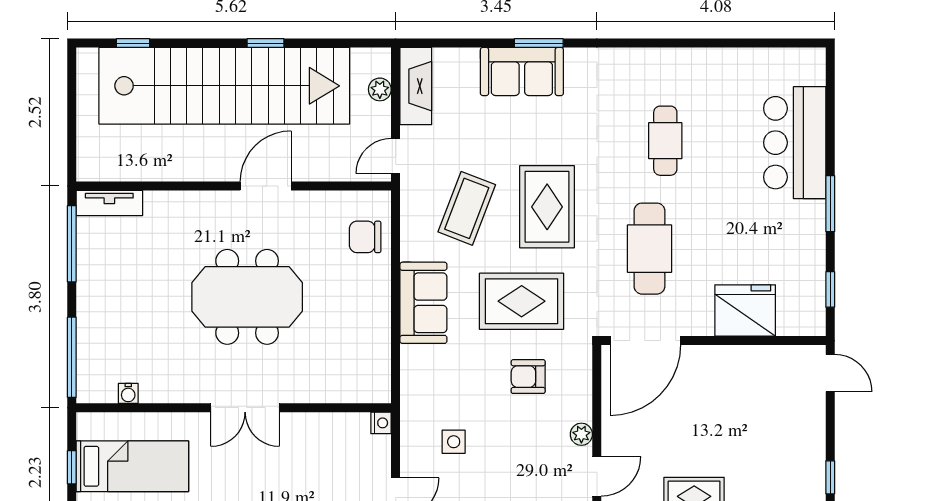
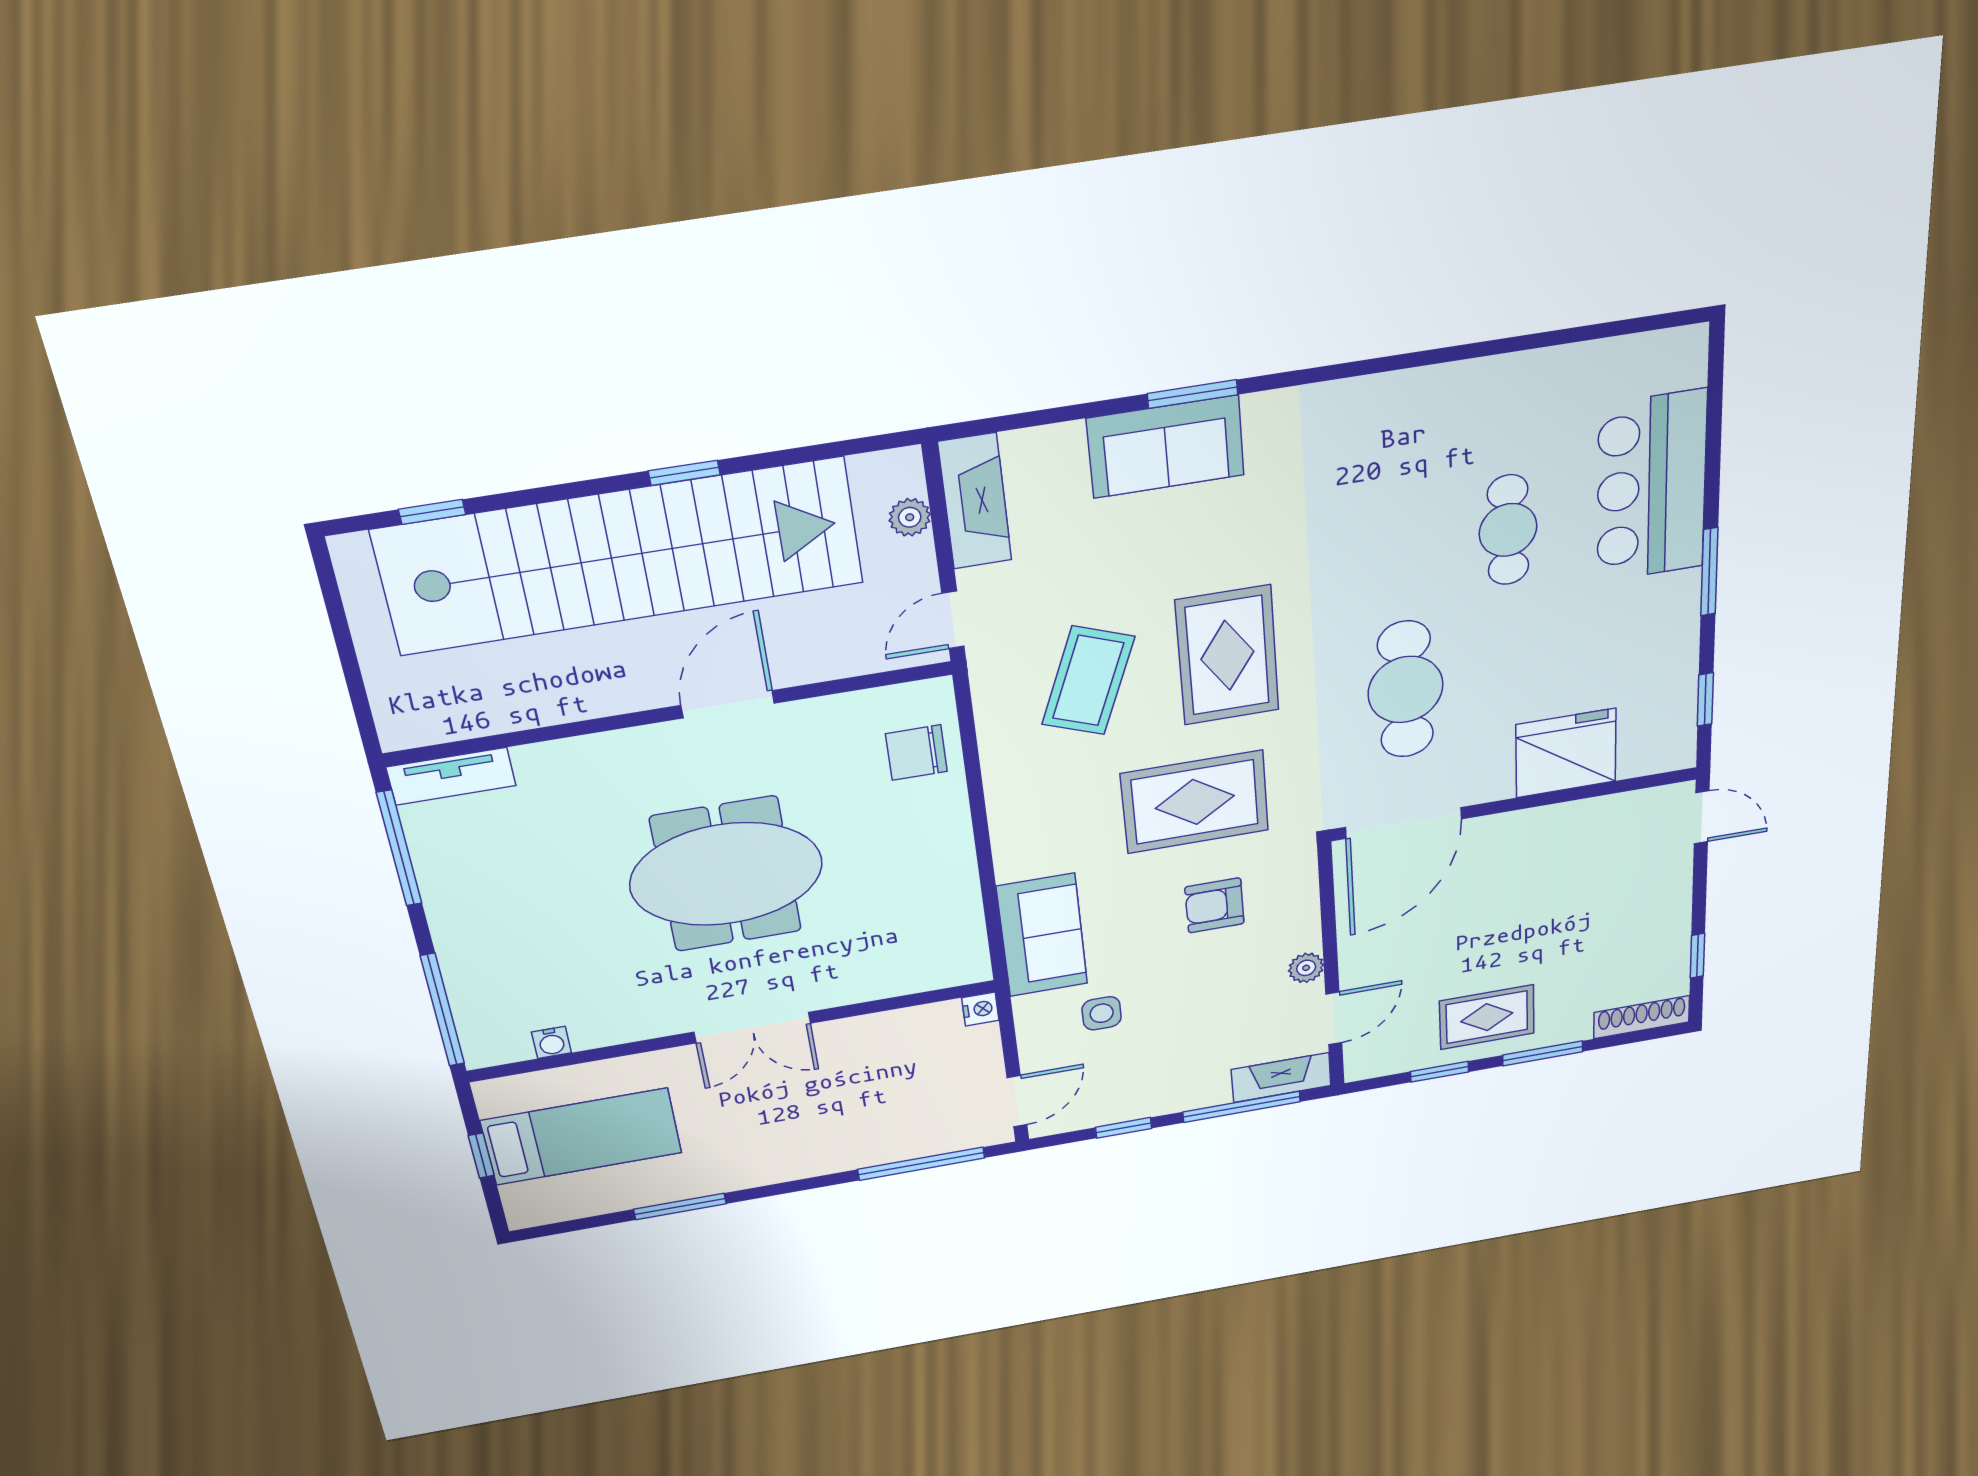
cafe table: (665, 141) -> (1508, 530), moved
sofa: (423, 303) -> (1042, 935), moved

